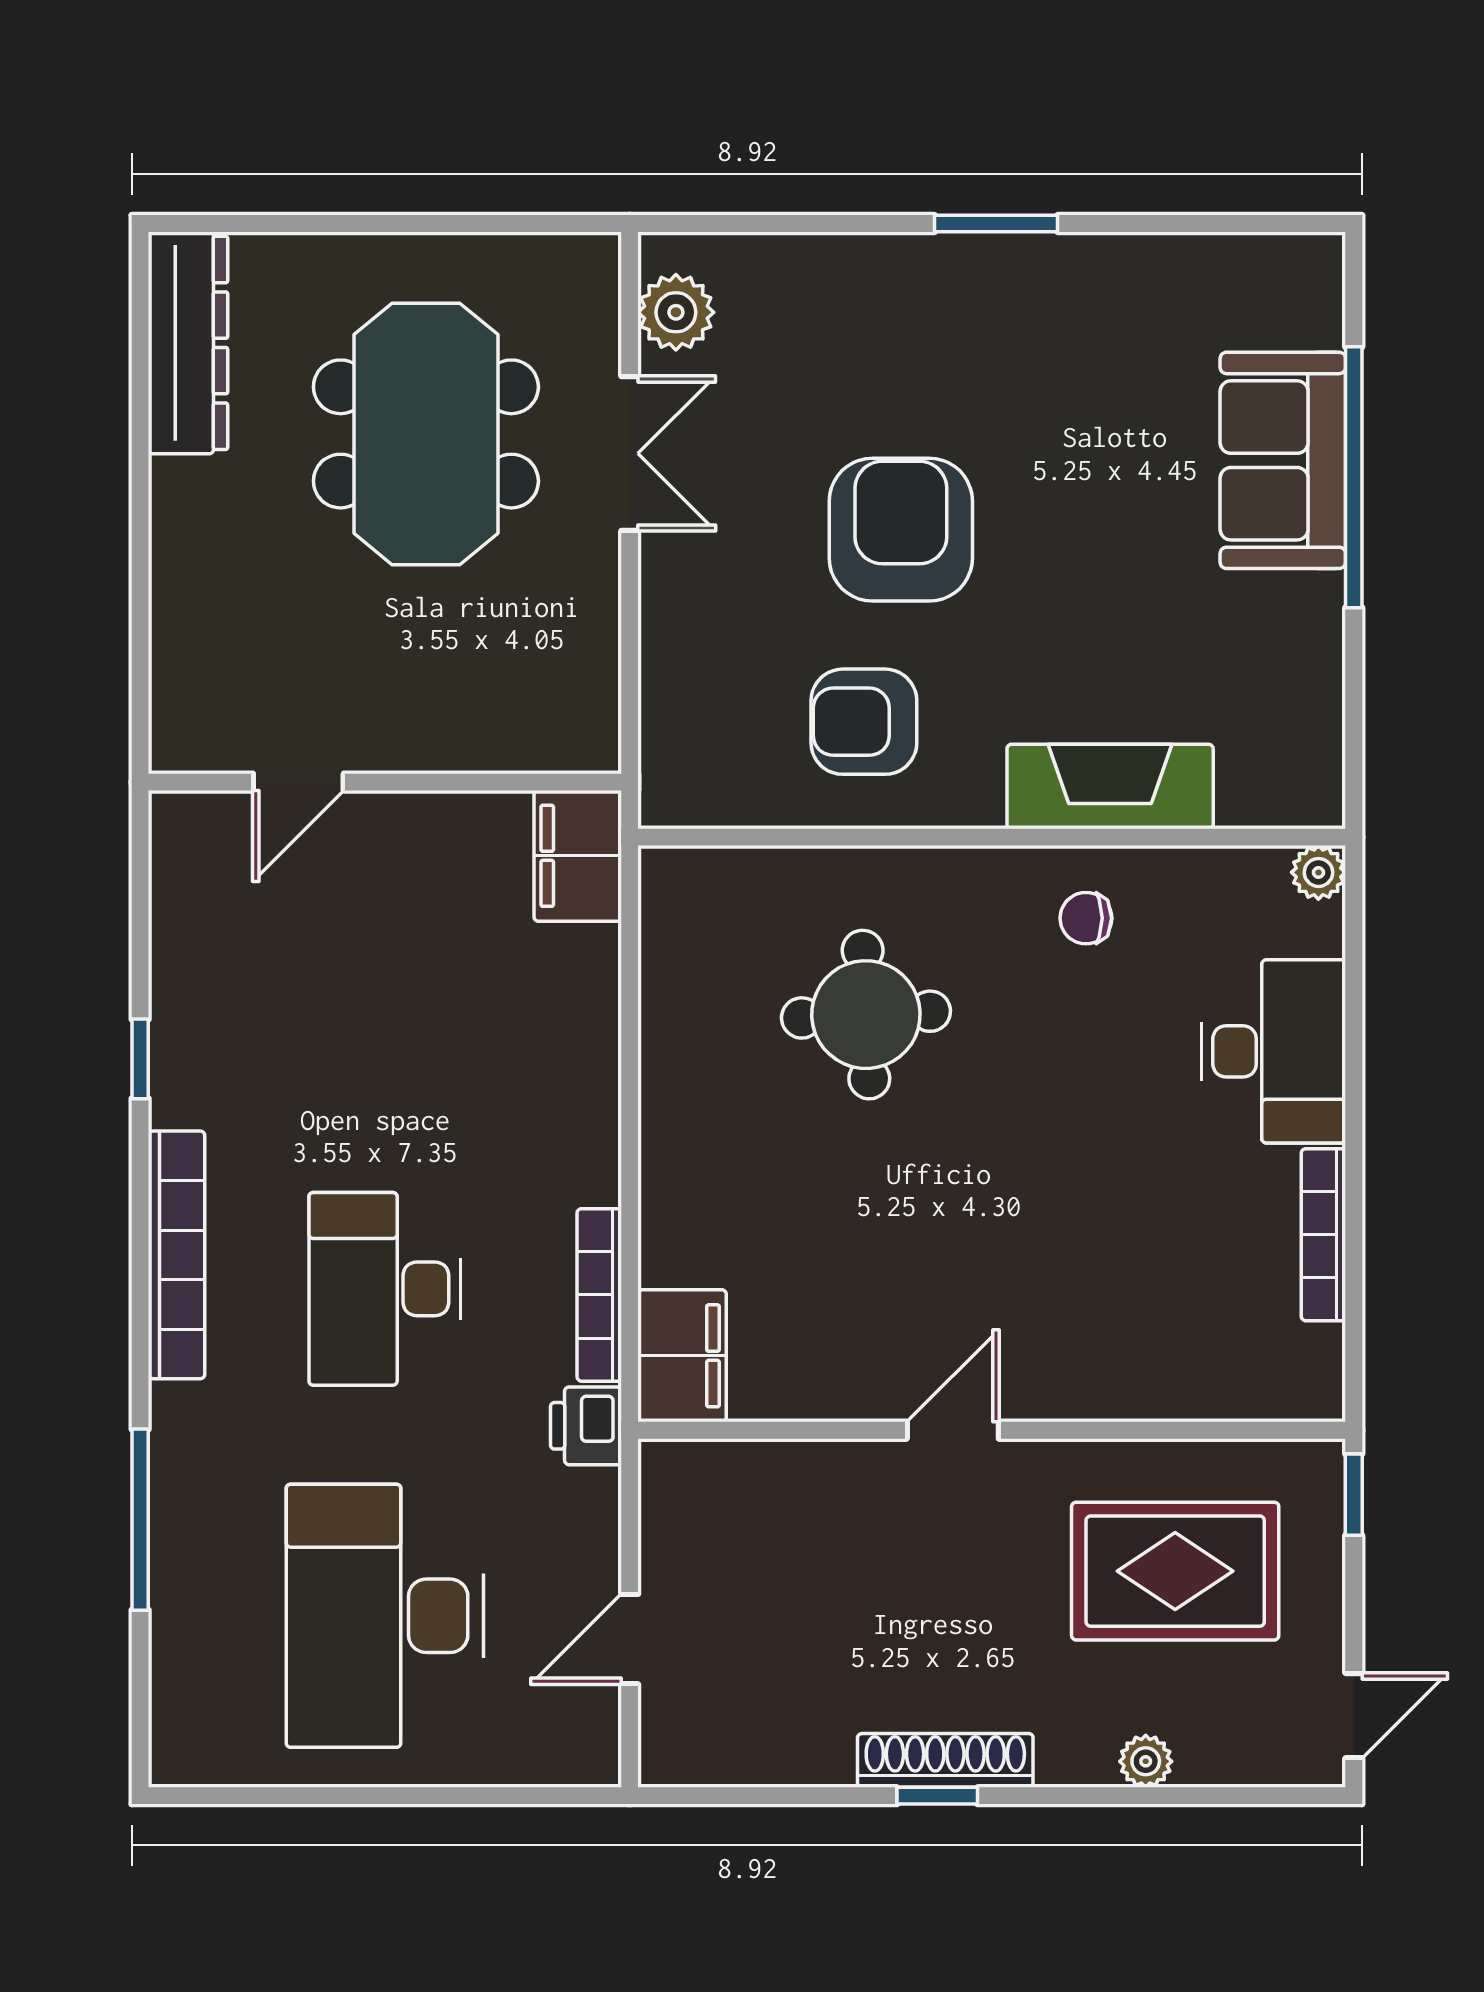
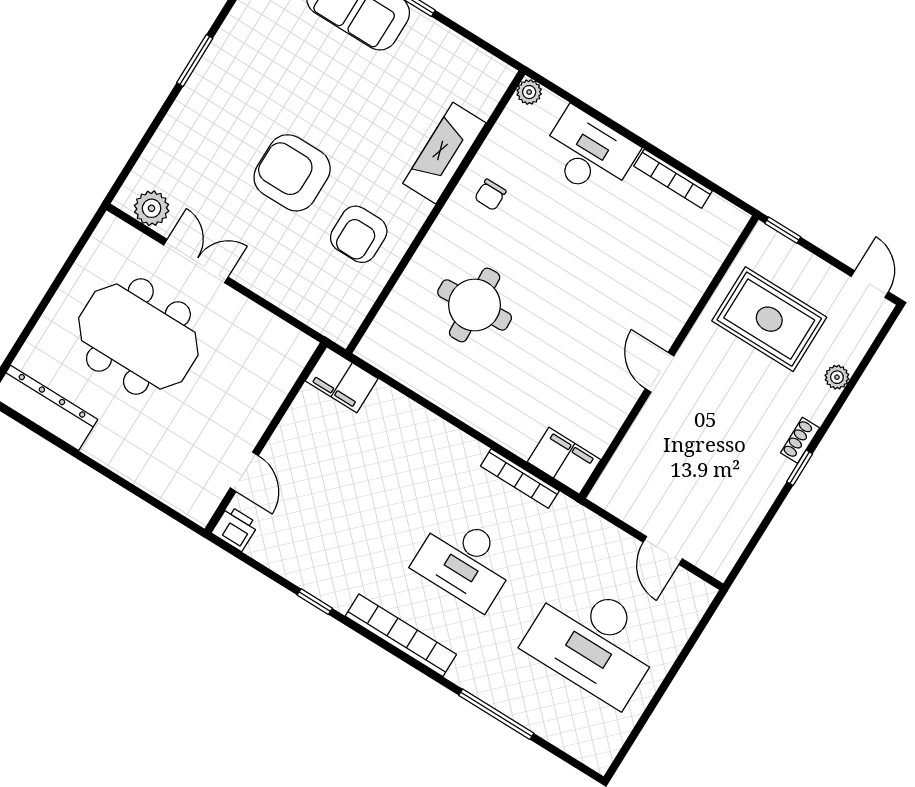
printer: (586, 1426) -> (235, 528), moved, turned 180
rug: (1175, 1571) -> (769, 319), turned 90
shoe rack: (945, 1760) -> (800, 440), width x0.51, depth x0.81

